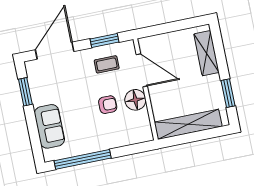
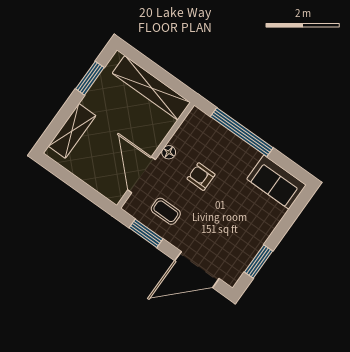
floor lamp: (135, 100) -> (169, 152), width x0.53, depth x0.53
sofa: (49, 126) -> (276, 182), moved, turned -90
window: (83, 159) -> (242, 132), moved

